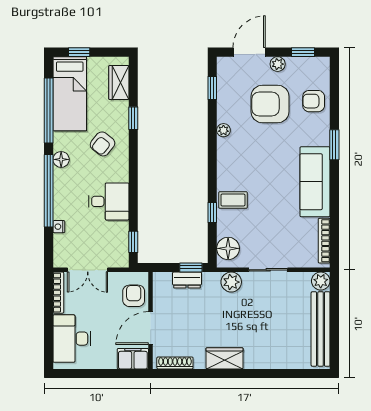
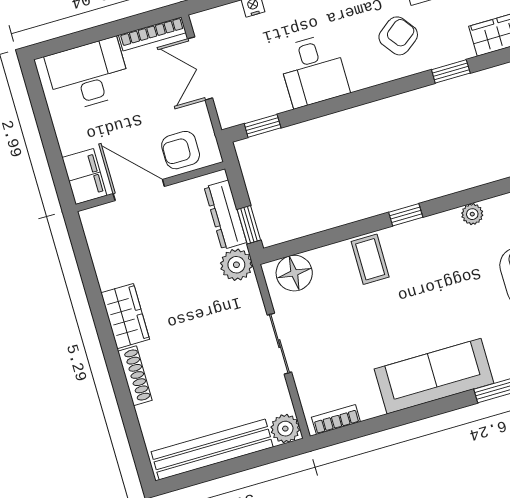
armchair: (103, 144) -> (398, 36), turned 104
window: (212, 213) -> (406, 215), moved
bookcase: (324, 241) -> (336, 420), width x0.64
dresser: (187, 280) -> (225, 215), width x1.44
plant: (231, 282) -> (236, 265), moved
armchair: (134, 296) -> (181, 150), turned 180
shoe rack: (175, 363) -> (135, 376), moved

